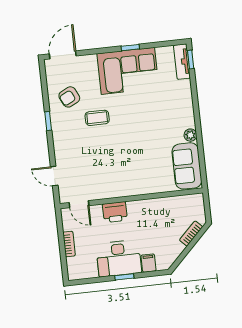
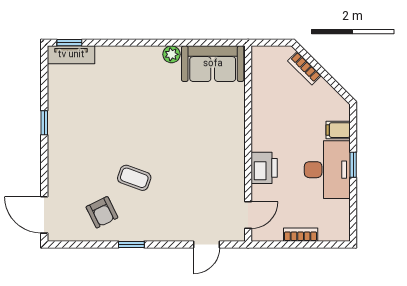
corner sofa: (128, 71) -> (75, 129), removed
coffee table: (97, 118) -> (134, 178), turned -70

